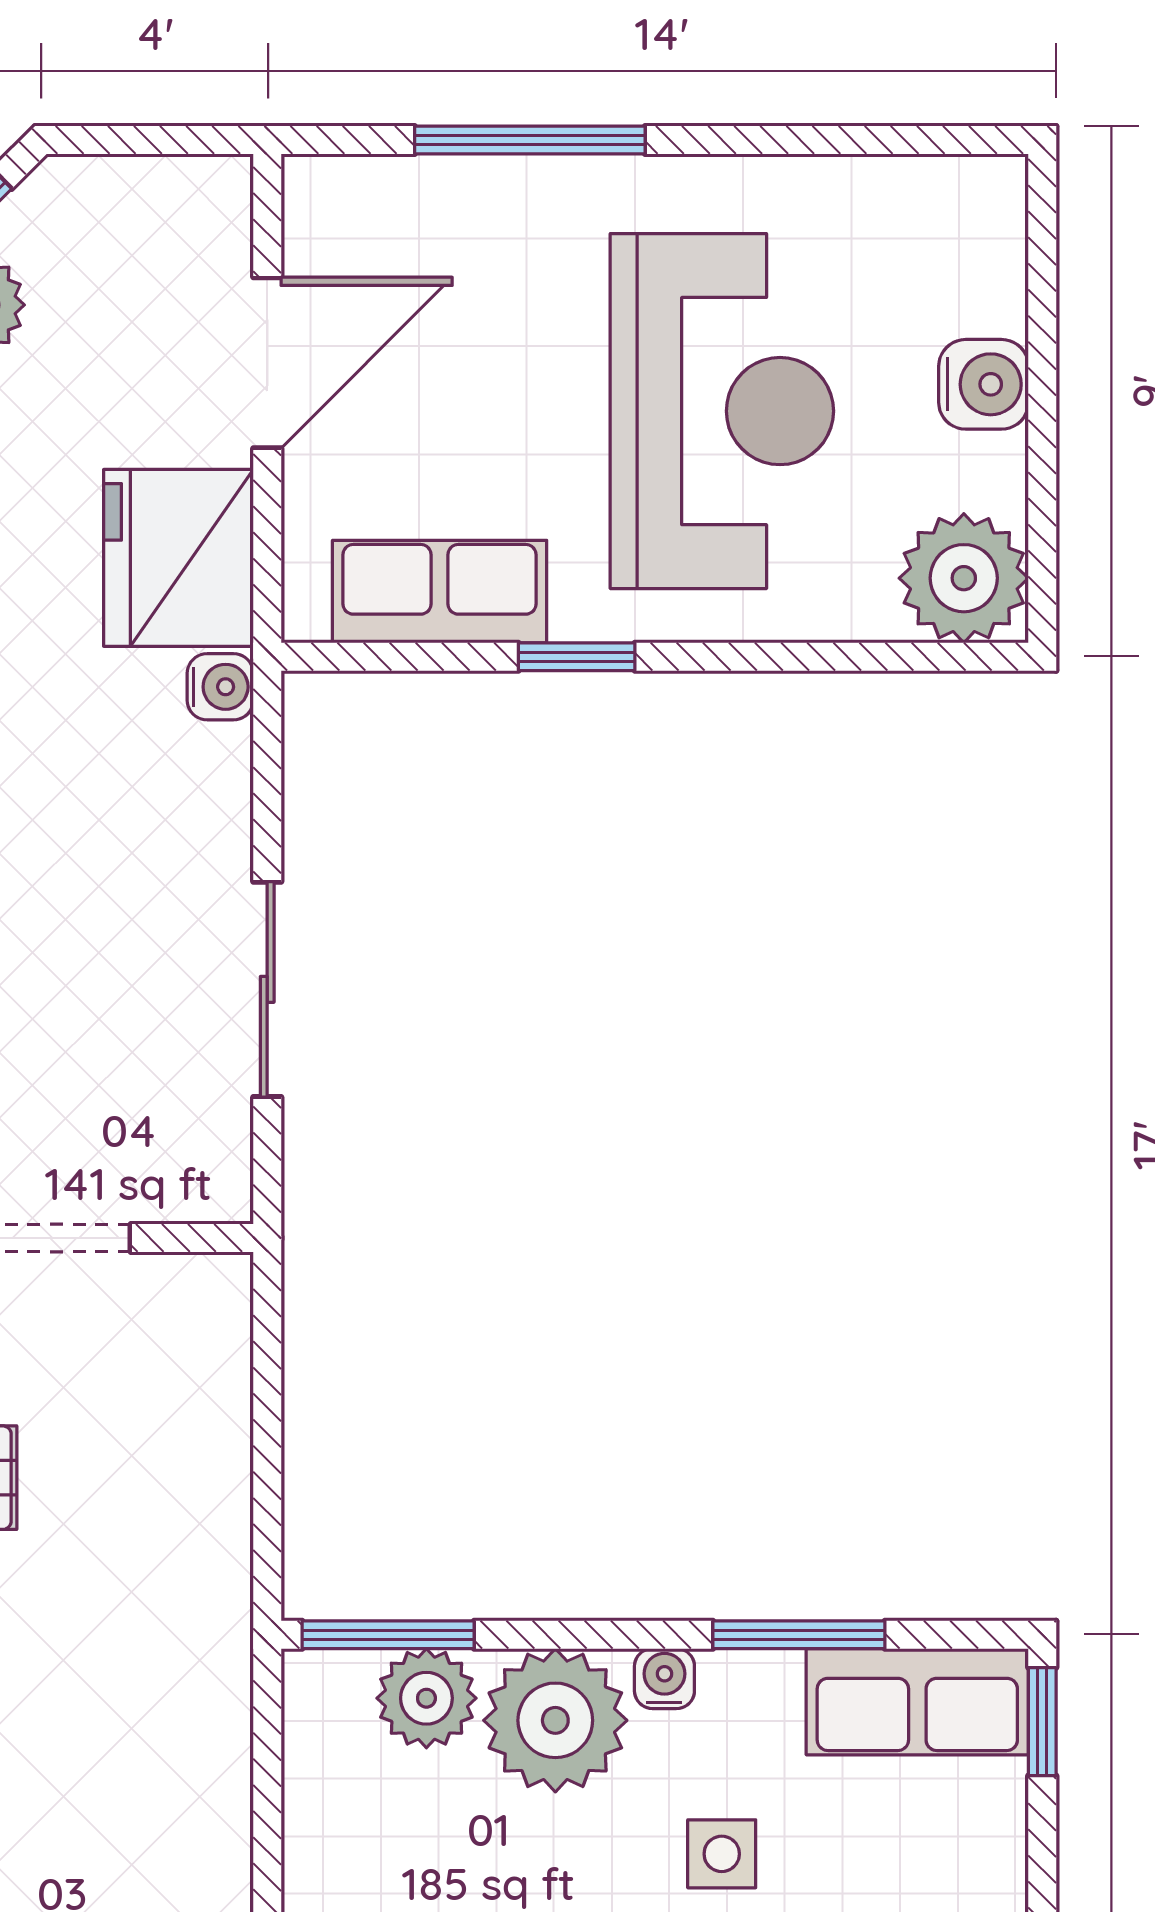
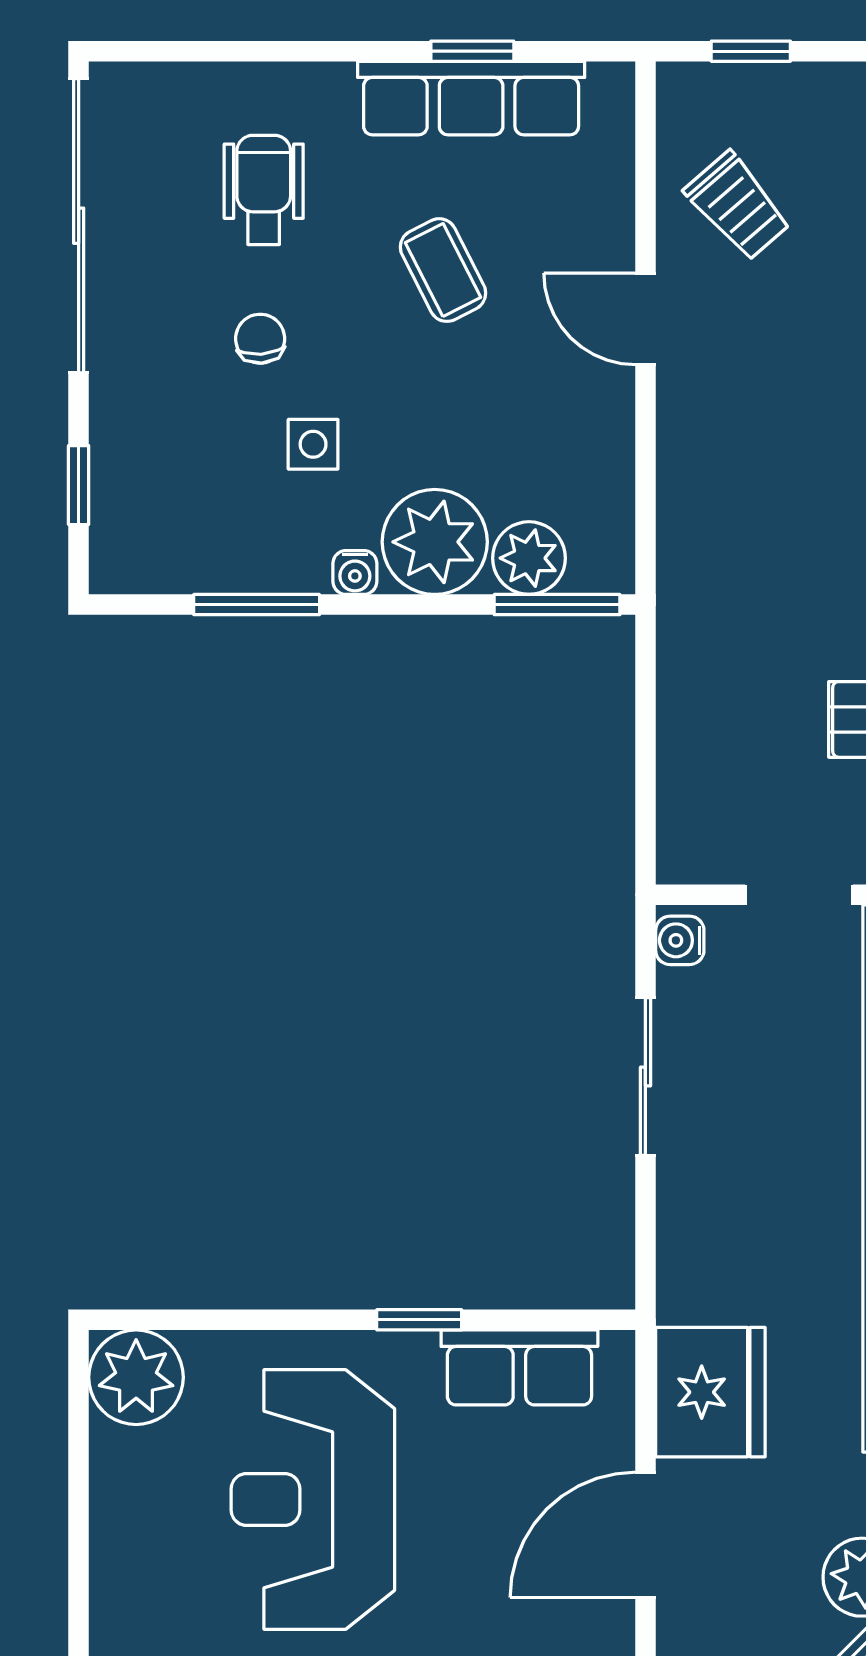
water cooler: (984, 384) -> (122, 1519), removed
water cooler: (220, 687) -> (680, 940), moved
row of seats: (917, 1702) -> (170, 556), removed
window: (1042, 1722) -> (79, 485), moved

